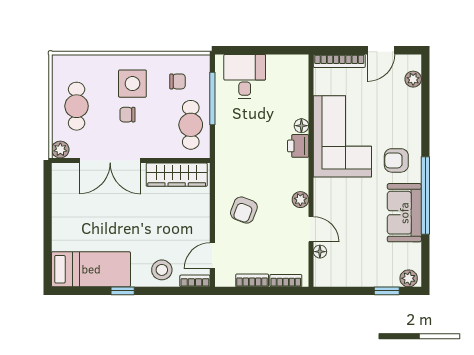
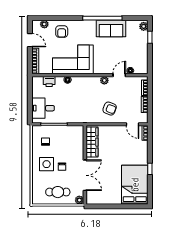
cafe table: (191, 125) -> (67, 135), removed
printer: (298, 146) -> (49, 81), moved
armchair: (396, 160) -> (62, 31), moved
bed: (91, 269) -> (135, 185), width x1.50
stool: (162, 270) -> (139, 149), removed

